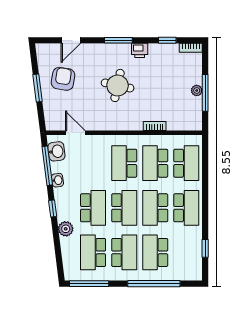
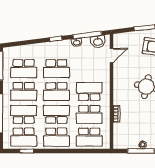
school desk: (155, 163) -> (89, 114), turned 180
plant: (66, 229) -> (41, 48), removed
school desk: (93, 252) -> (24, 69), turned 180
school desk: (186, 252) -> (24, 137), added

